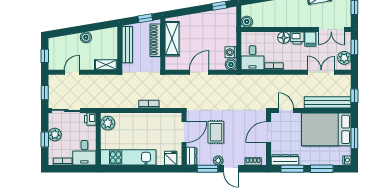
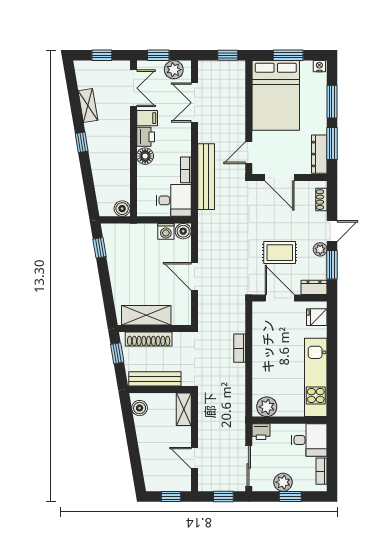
boiler: (86, 37) -> (140, 408), moved
bench: (328, 102) -> (206, 177), moved

